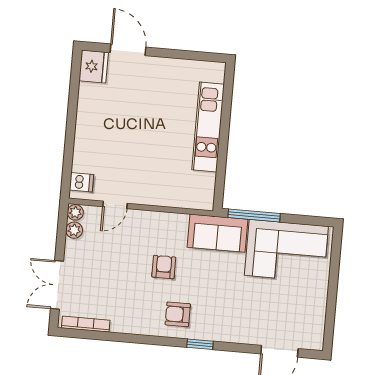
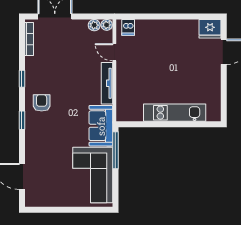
tv unit: (158, 219) -> (107, 83), added
armchair: (164, 267) -> (74, 90), removed
window: (141, 339) -> (22, 79), added

